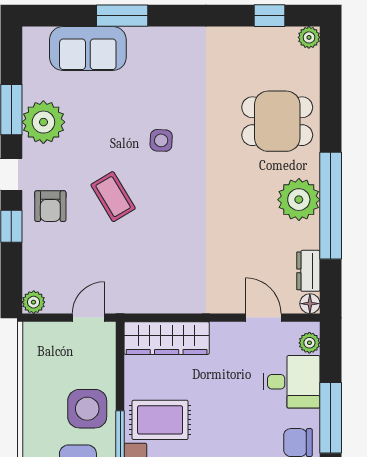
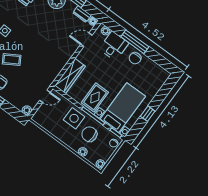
door: (88, 318) -> (45, 96), swing flipped

